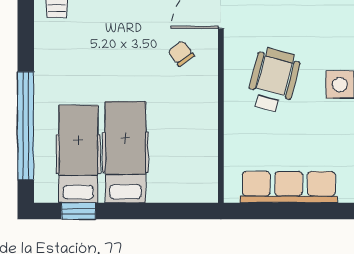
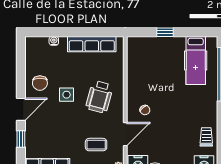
hospital bed: (125, 152) -> (172, 61), removed
window: (78, 211) -> (165, 32), moved

